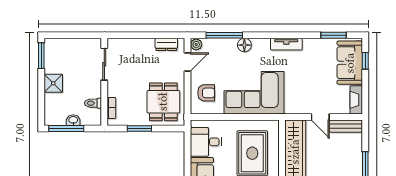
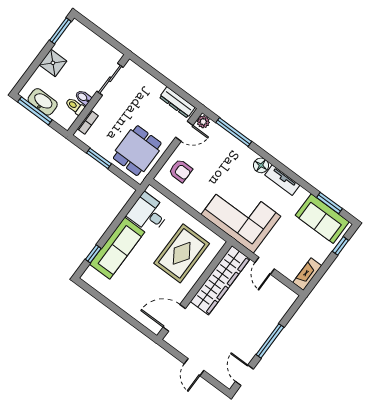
dresser: (166, 44) -> (177, 102), width x1.44
floor lamp: (244, 45) -> (261, 165), moved
sofa: (350, 63) -> (322, 219), moved, turned -90
bidet: (94, 92) -> (83, 97), added
corner sofa: (254, 93) -> (241, 215), moved
washbasin: (73, 120) -> (43, 102), width x1.91, depth x1.45
bench: (346, 126) -> (281, 291), removed

